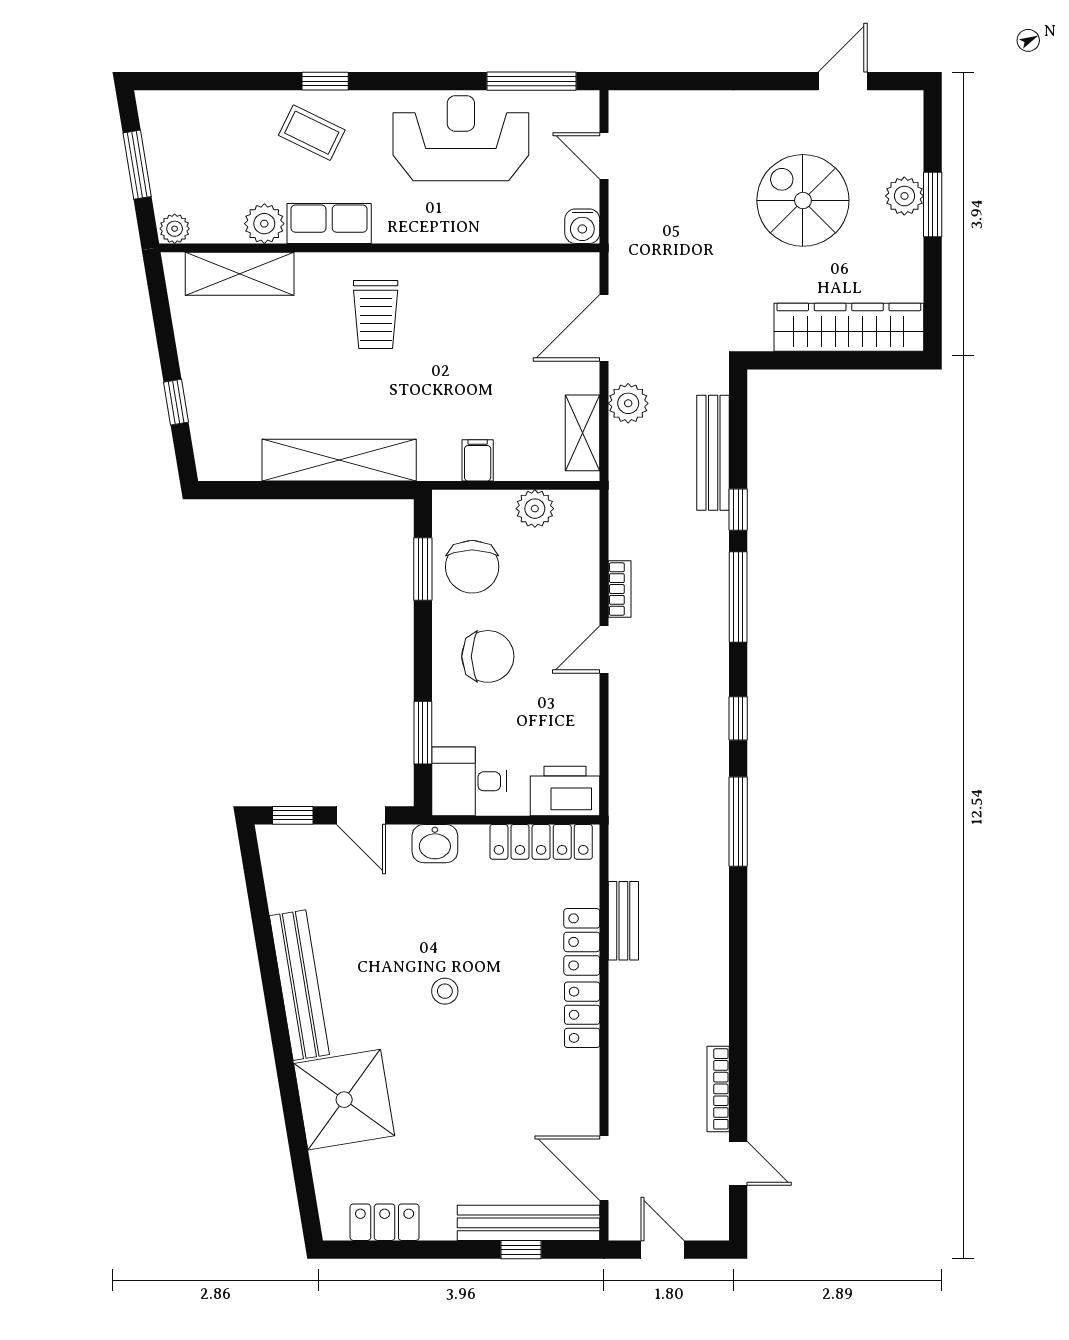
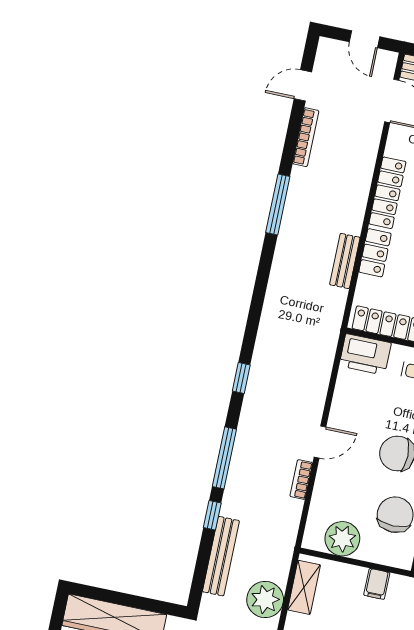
plant: (628, 403) -> (265, 600), width x1.36, depth x1.36
plant: (535, 509) -> (342, 539), width x1.36, depth x1.36
window: (738, 822) -> (278, 204), moved
locker: (582, 1015) -> (387, 193), width x1.53
door: (738, 1163) -> (303, 85), hinge flipped

